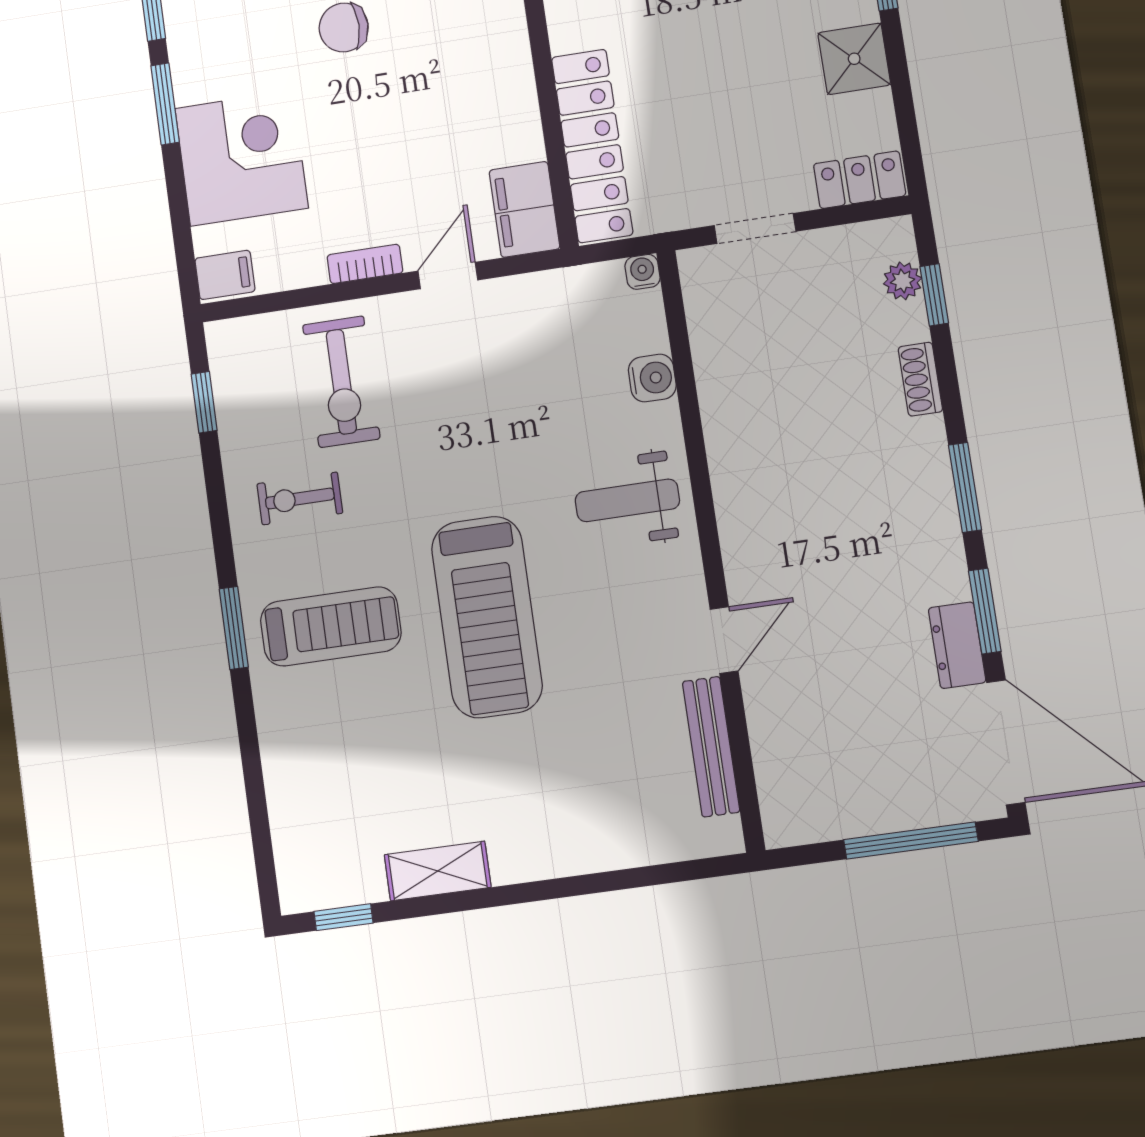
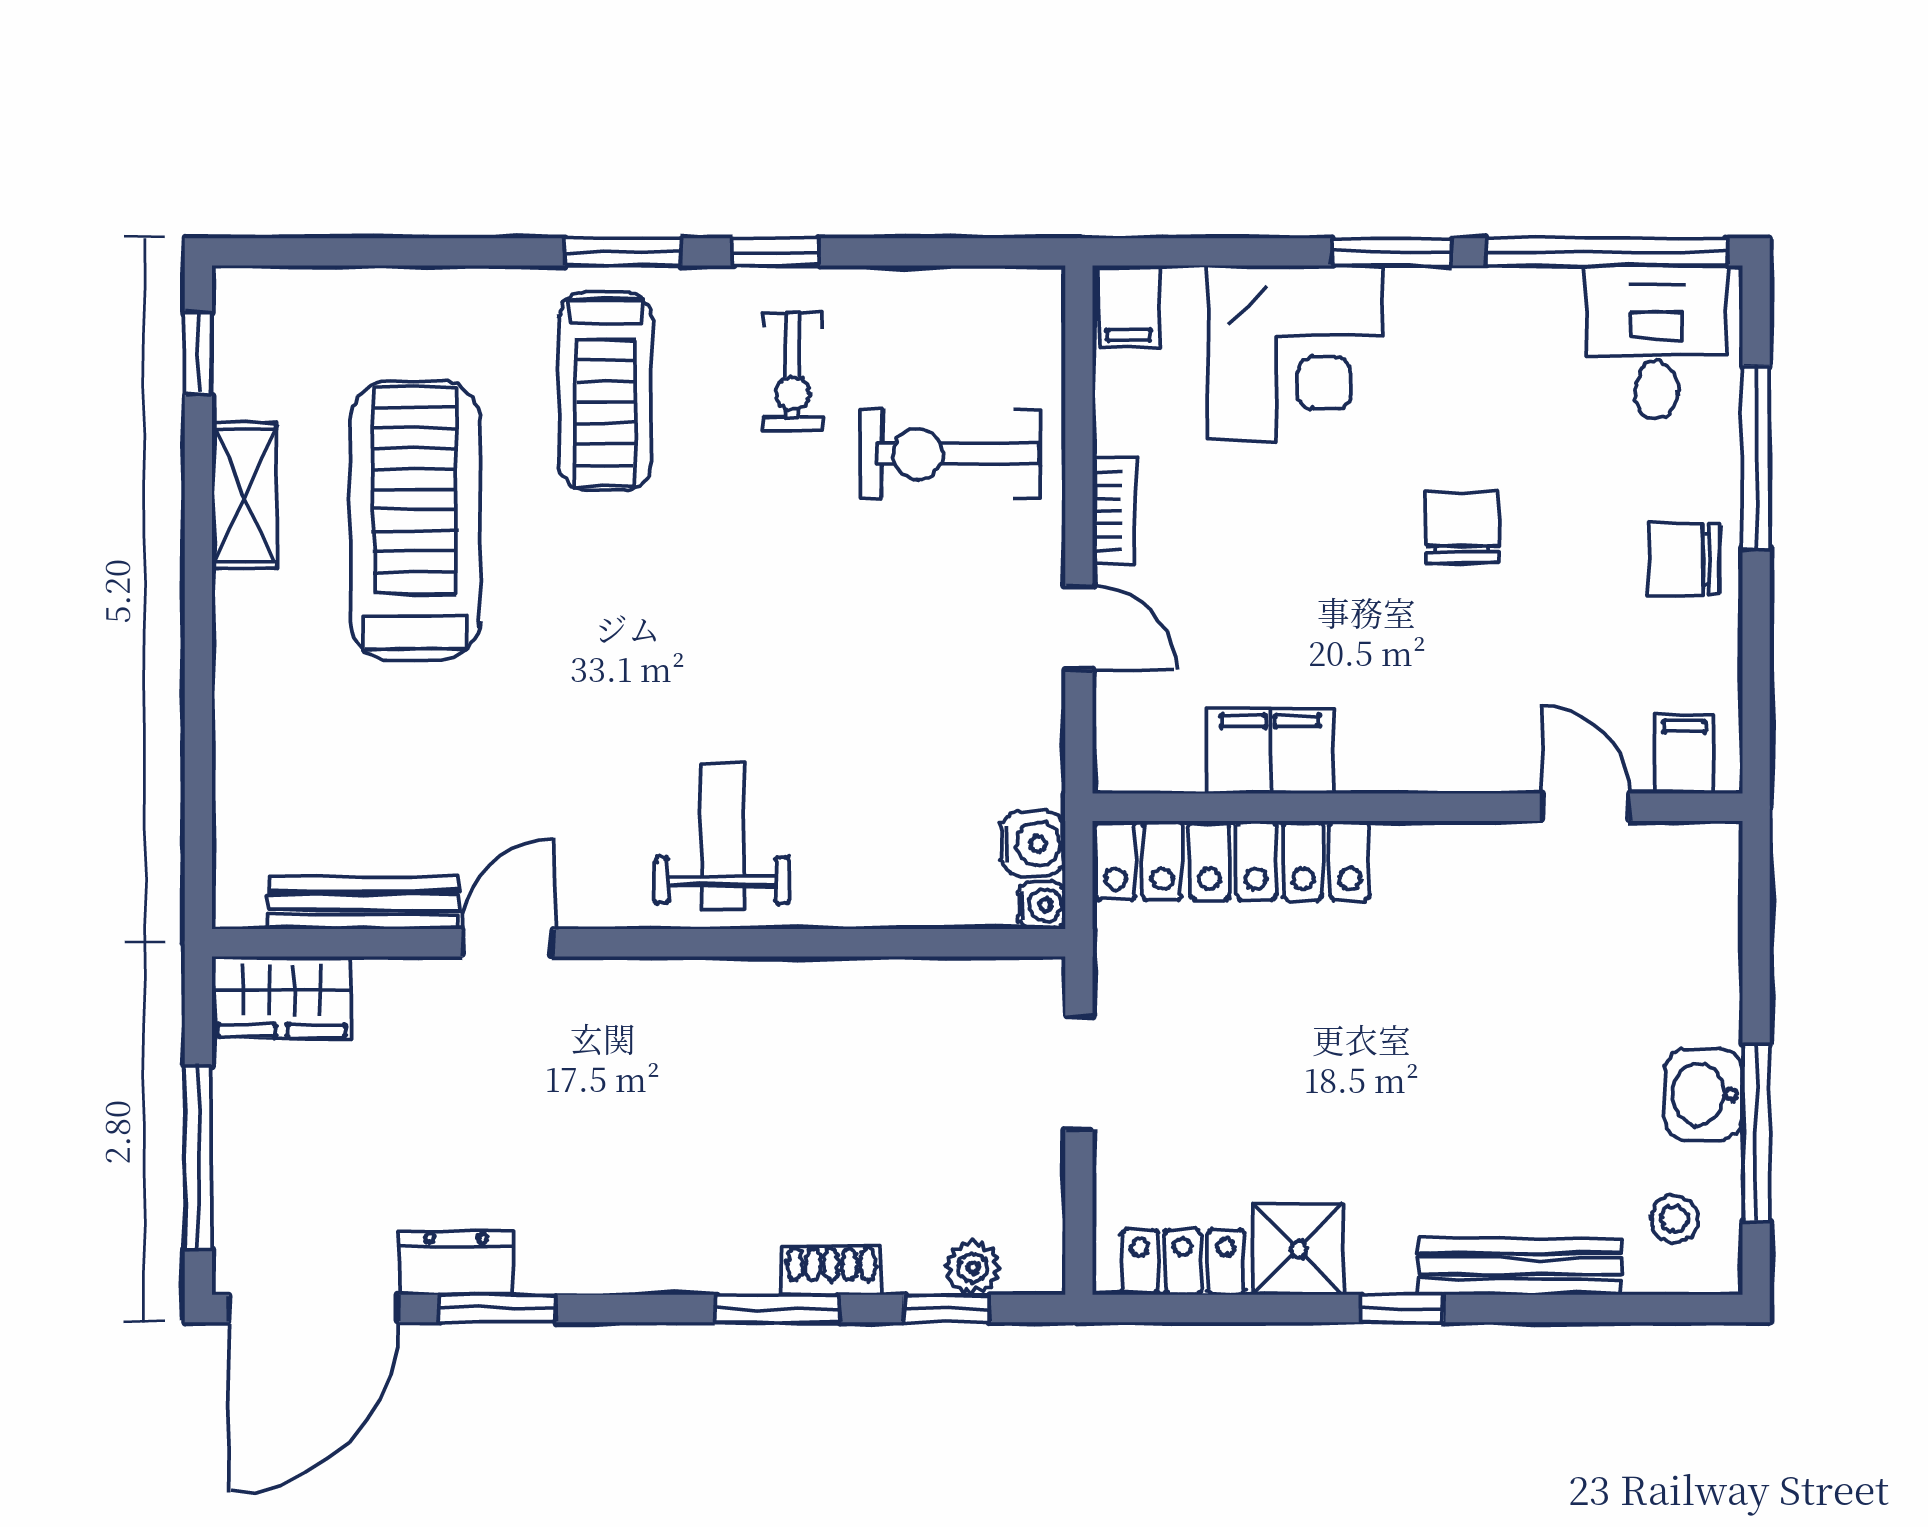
locker: (860, 180) -> (1183, 1262), moved, turned -90
filing cabinet: (524, 209) -> (1270, 751), moved
water cooler: (652, 378) -> (1033, 844), moved, turned -90
window: (204, 402) -> (775, 252), moved
window: (965, 487) -> (778, 1308), moved
exercise bike: (300, 498) -> (793, 371), turned 180
treadmill: (487, 617) -> (415, 521), moved, turned 90
door: (724, 640) -> (508, 943), swing flipped
wardrobe: (787, 796) -> (282, 997), added

